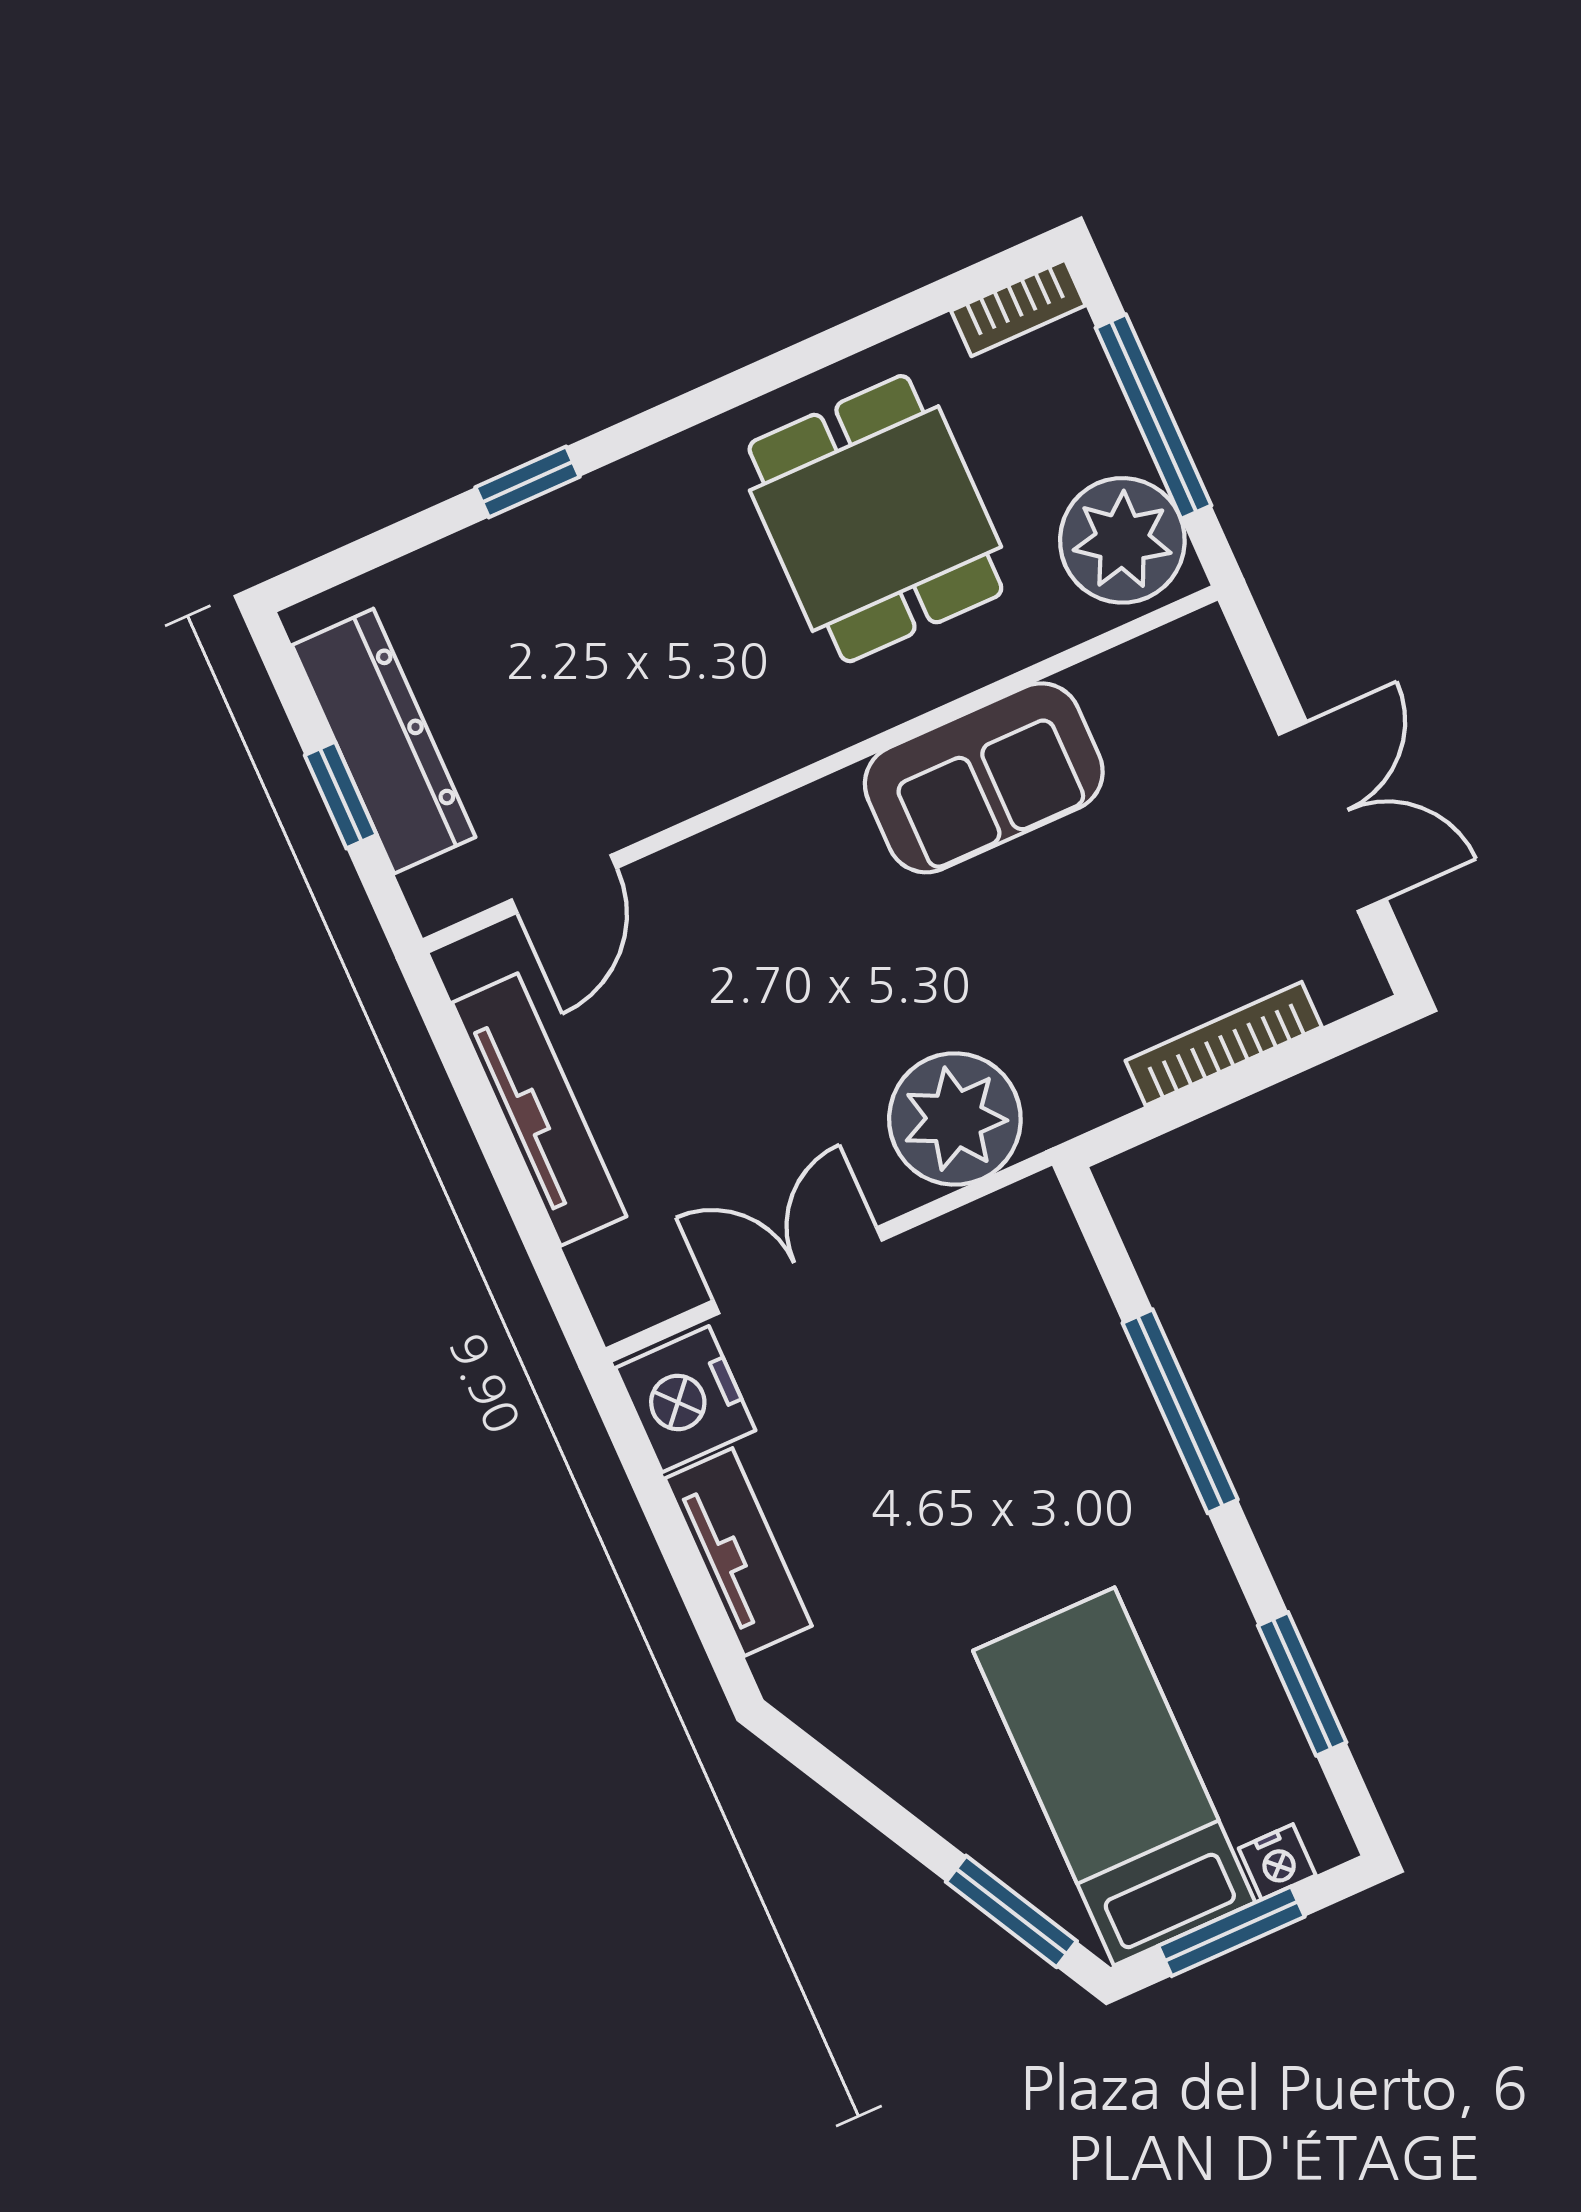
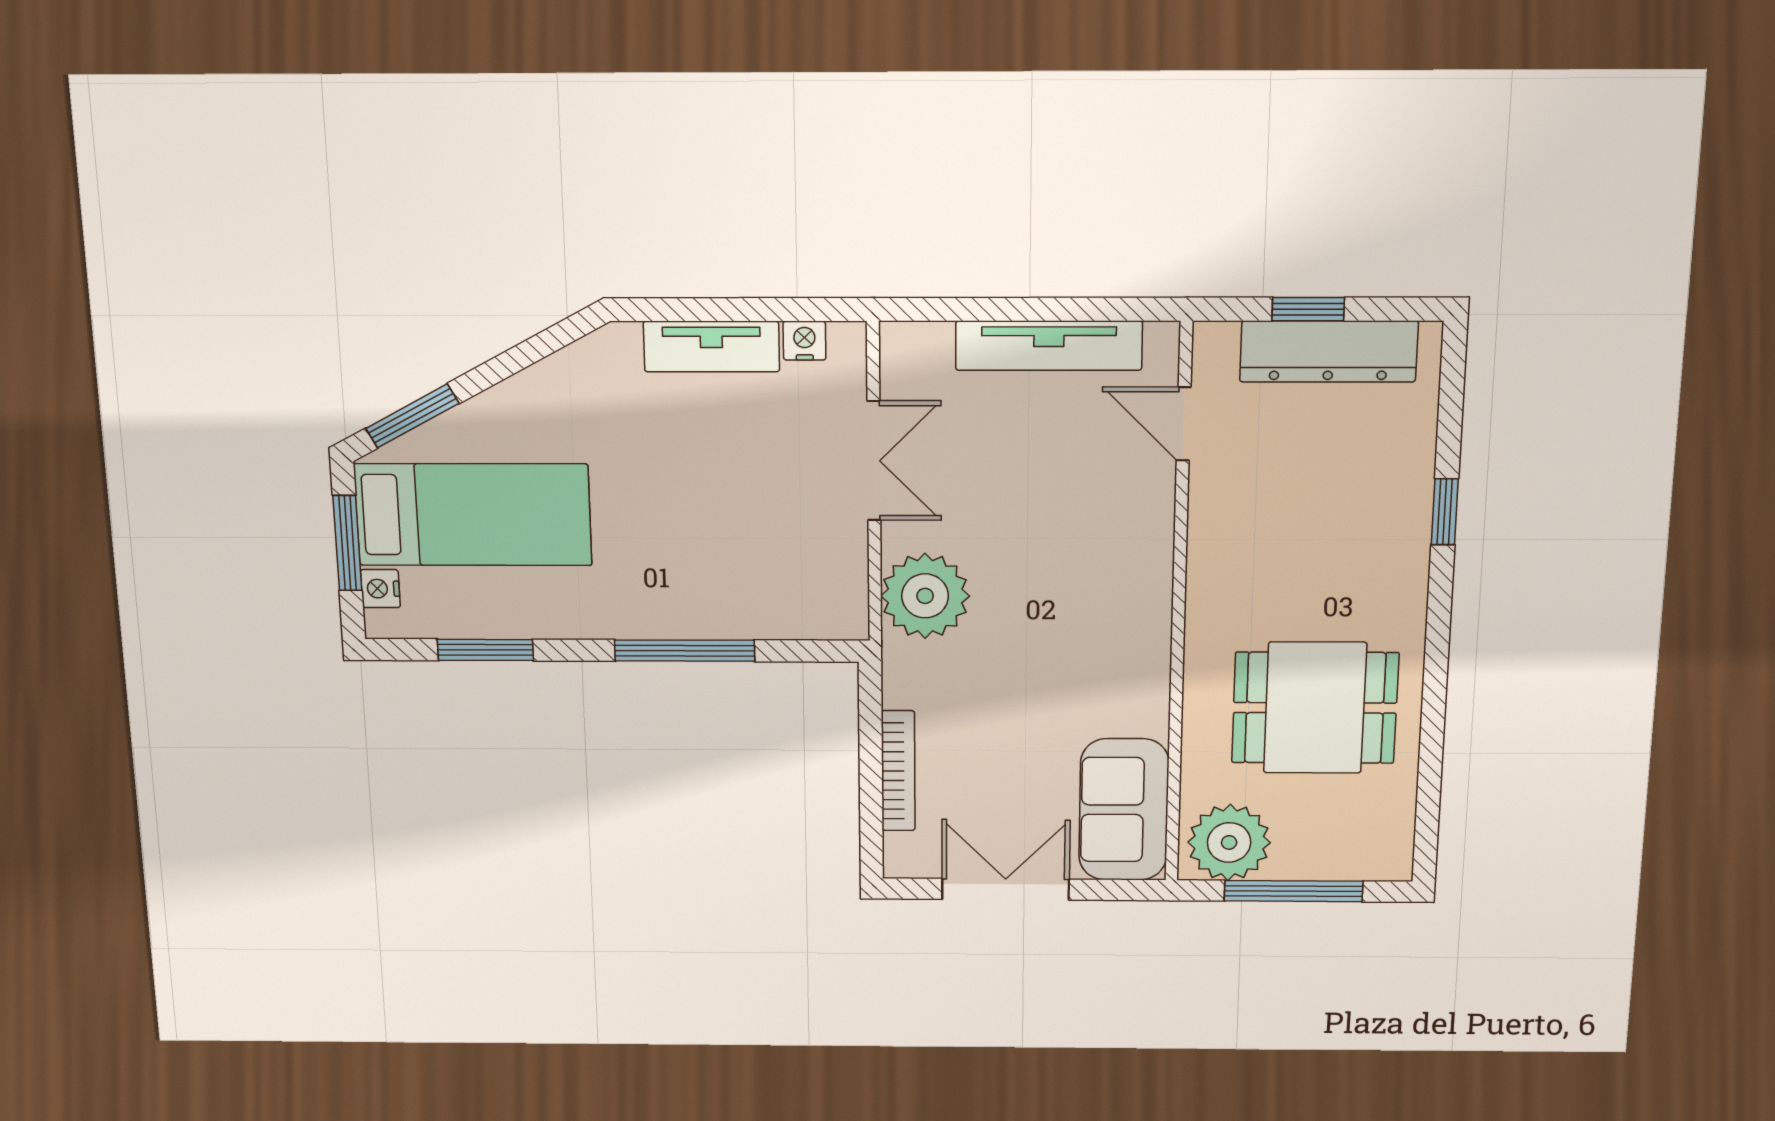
bookcase: (1018, 308) -> (1398, 843), removed
sofa: (984, 778) -> (1124, 810), moved
double door: (1332, 817) -> (1005, 889), swing flipped
nightstand: (685, 1399) -> (804, 341), width x0.53, depth x0.56

